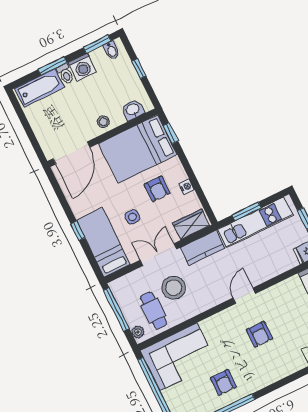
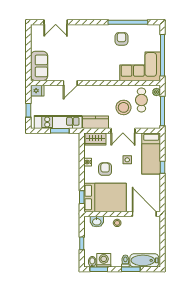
washing machine: (82, 67) -> (104, 260), moved
door: (71, 153) -> (144, 214), hinge flipped
door: (244, 296) -> (70, 83), moved
armchair: (259, 334) -> (87, 56), removed

